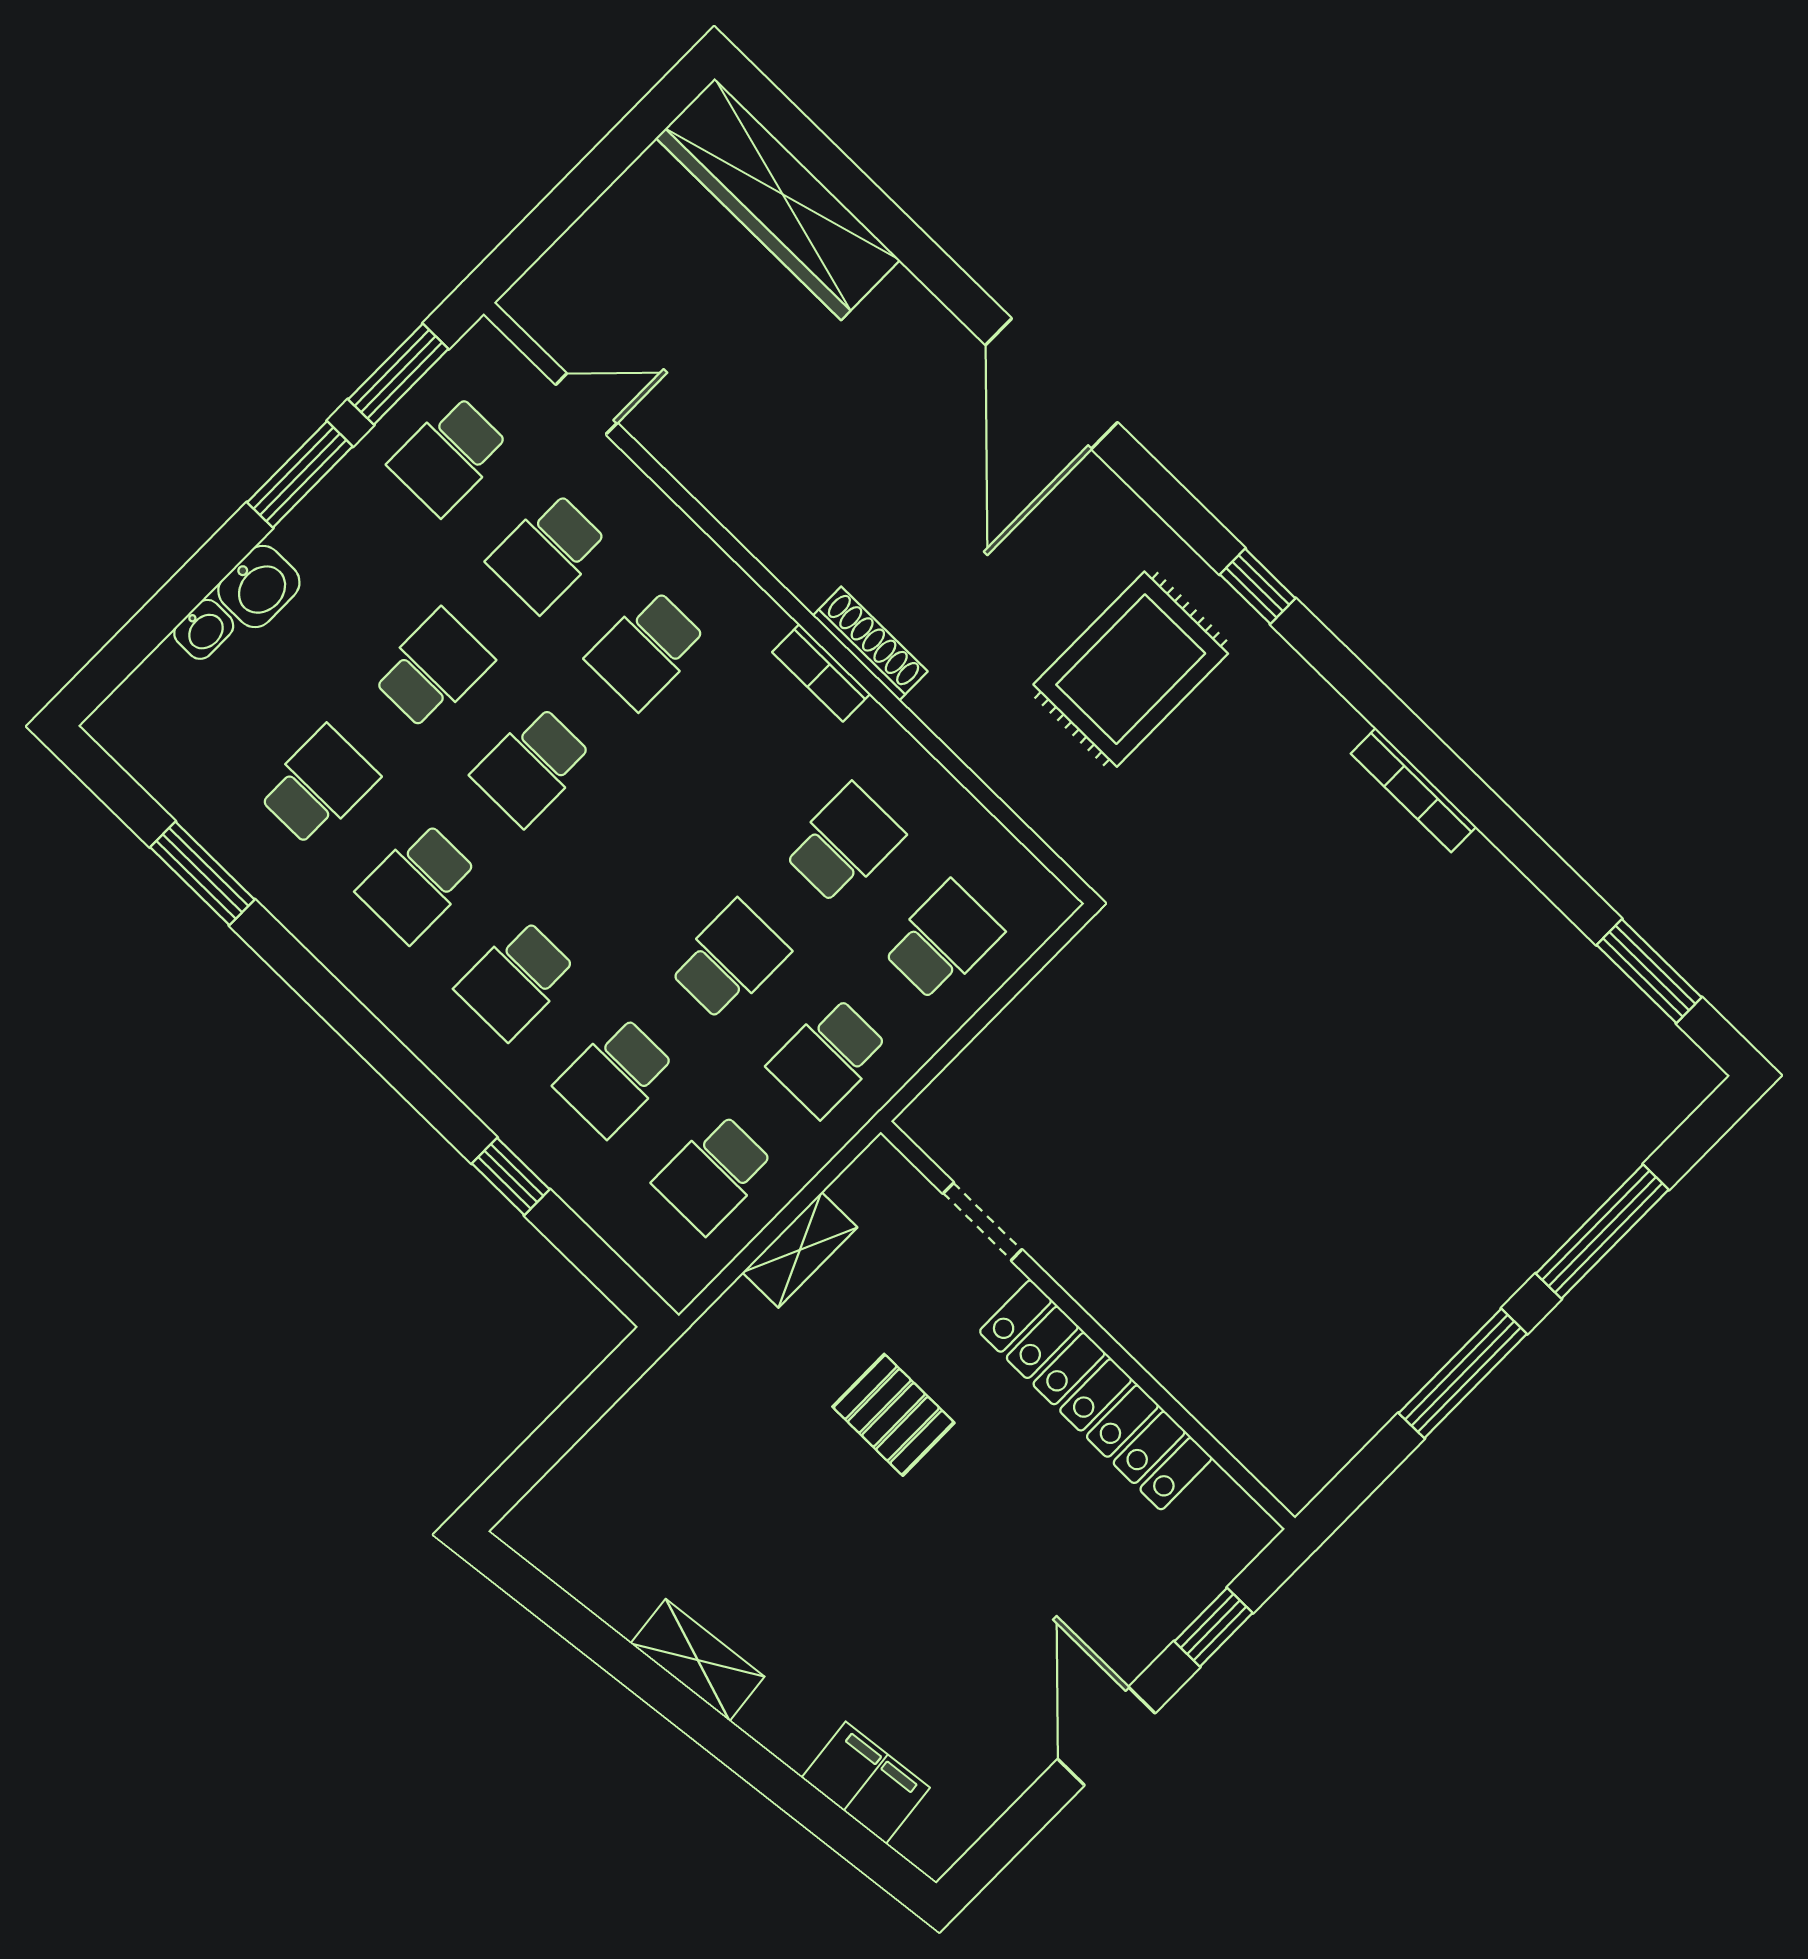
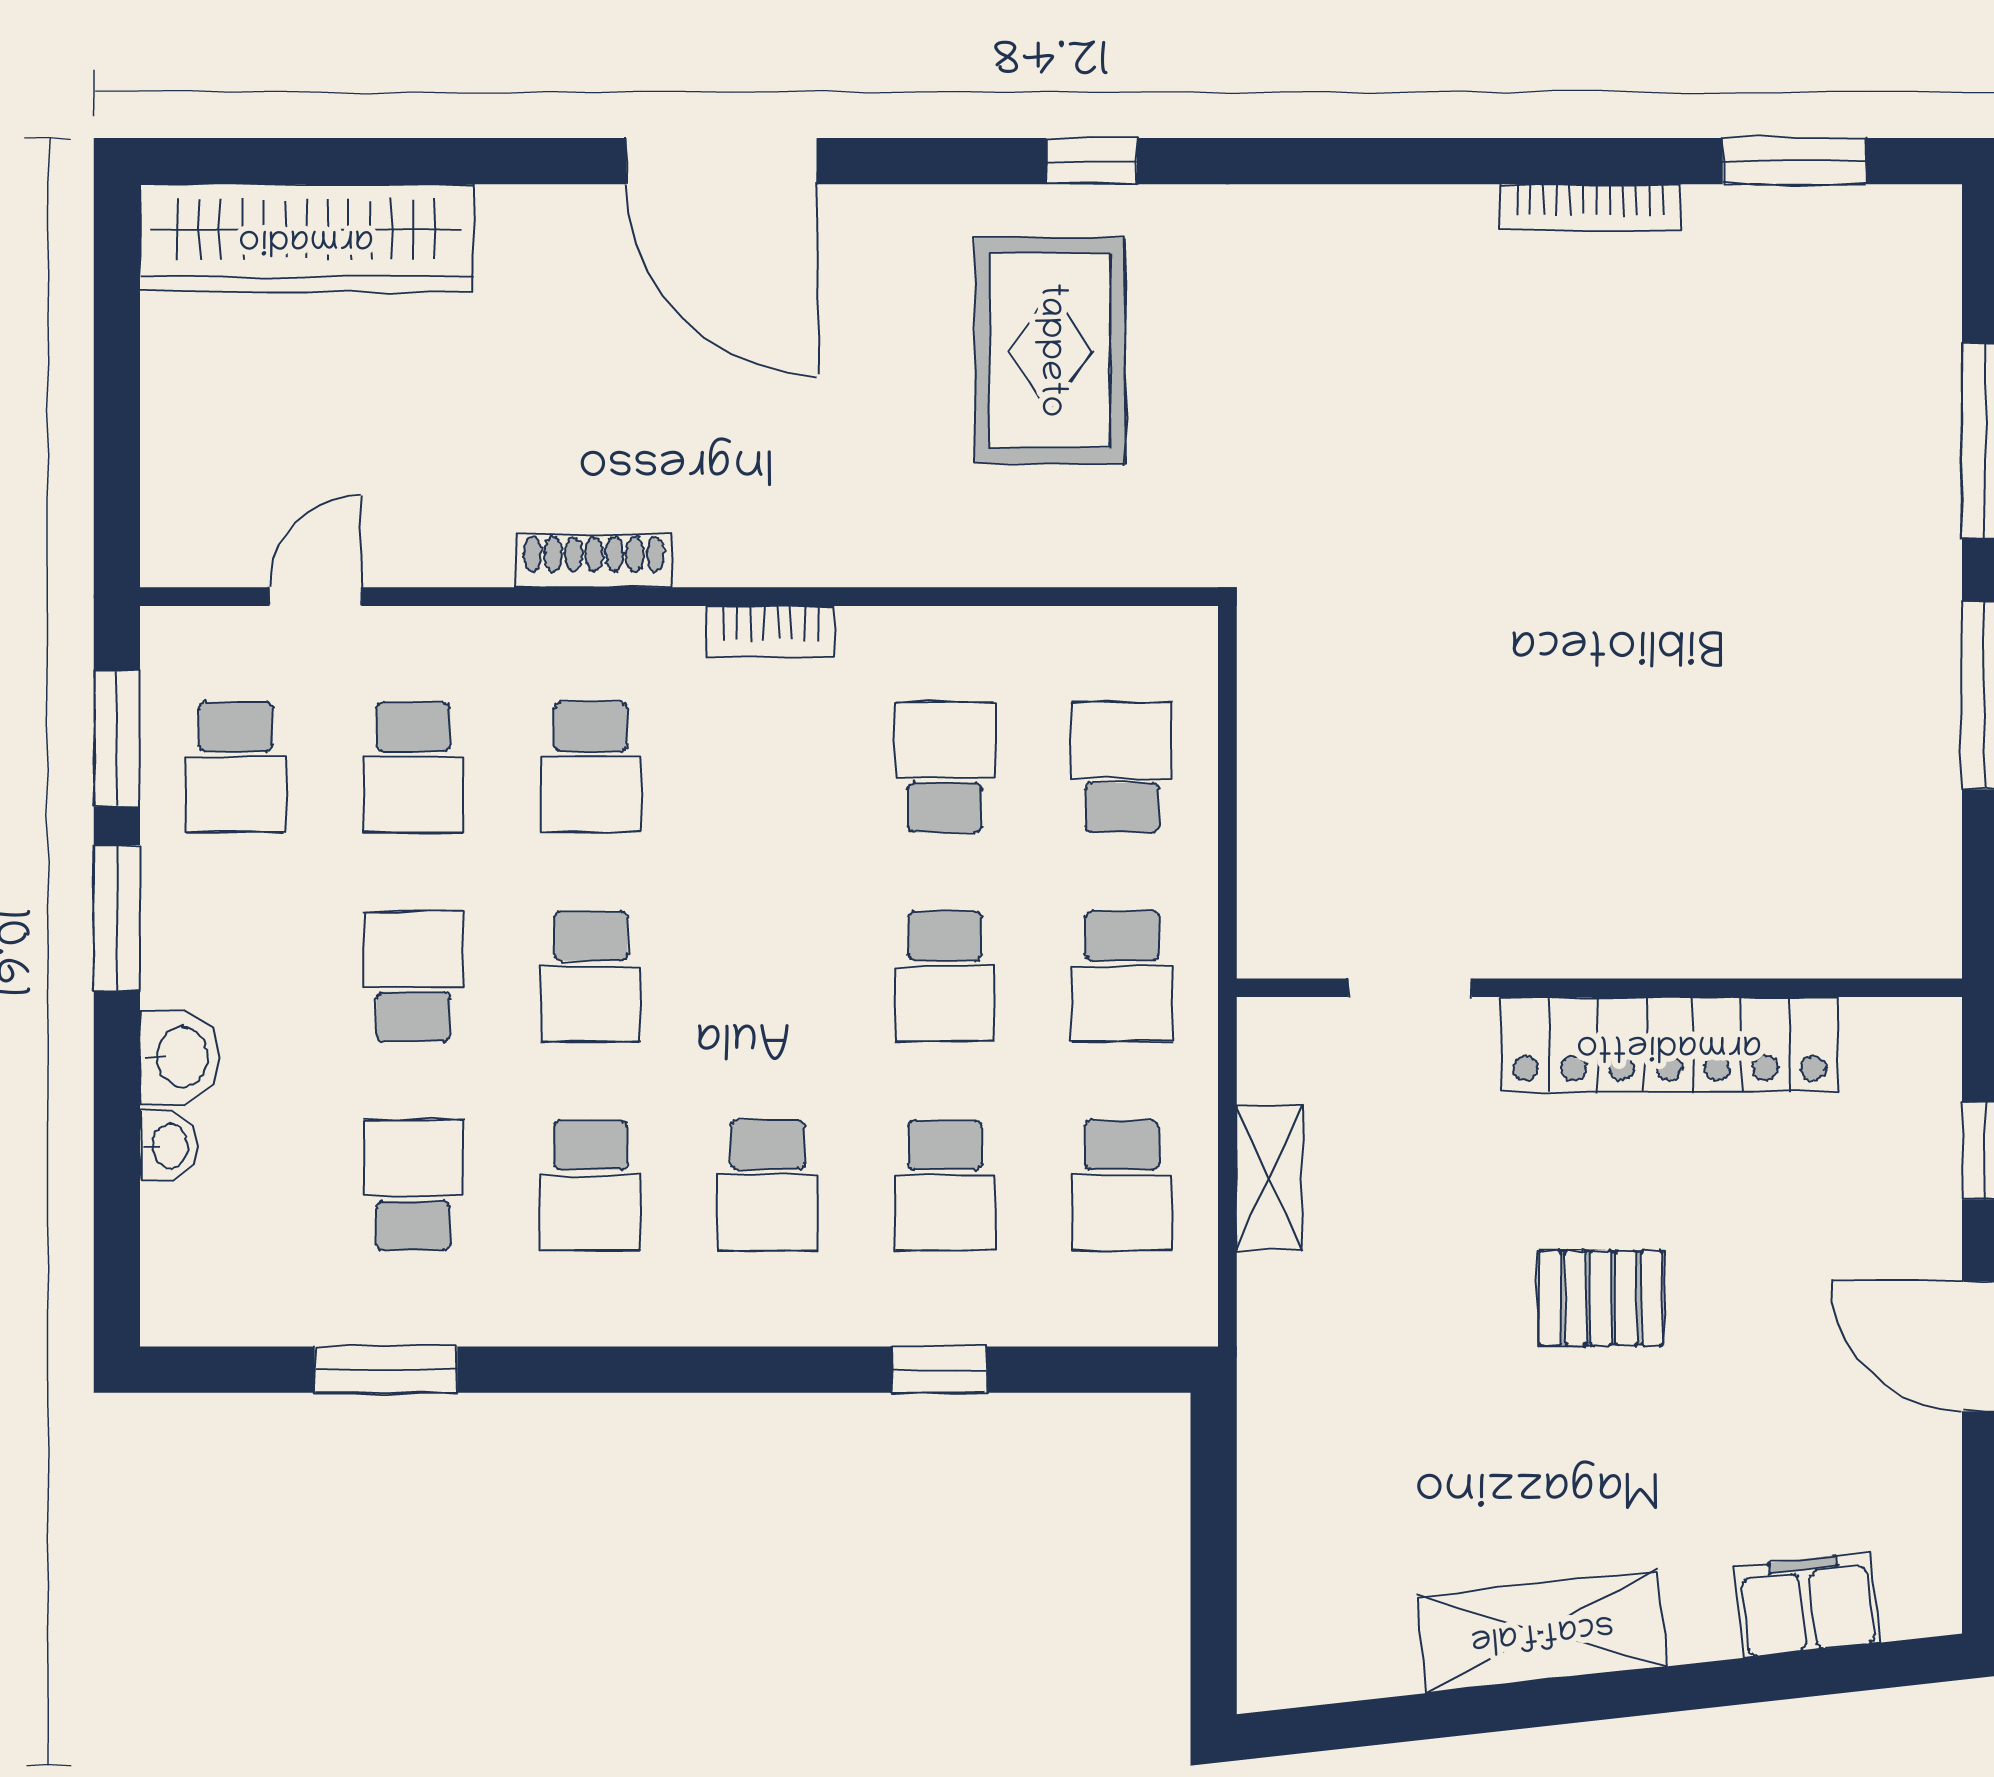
shoe rack: (870, 644) -> (594, 561), moved
bookcase: (1414, 790) -> (1590, 207), moved
school desk: (729, 960) -> (945, 976), turned 180
pallet: (893, 1415) -> (1601, 1298), moved
shelving: (698, 1660) -> (1542, 1631), width x1.50, depth x1.33

